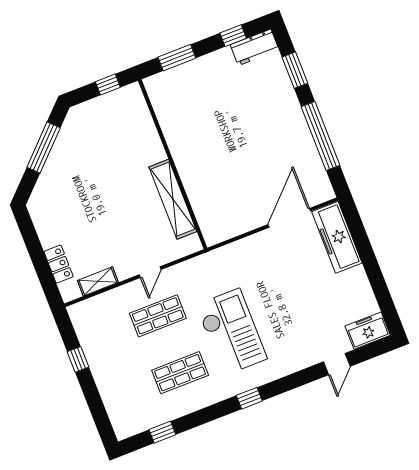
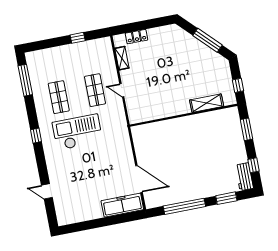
shelving: (173, 199) -> (207, 103), moved, width x0.68
freezer: (368, 331) -> (63, 213), removed
checkout: (231, 332) -> (77, 132), turned 180
window: (162, 432) -> (25, 80), width x2.17

